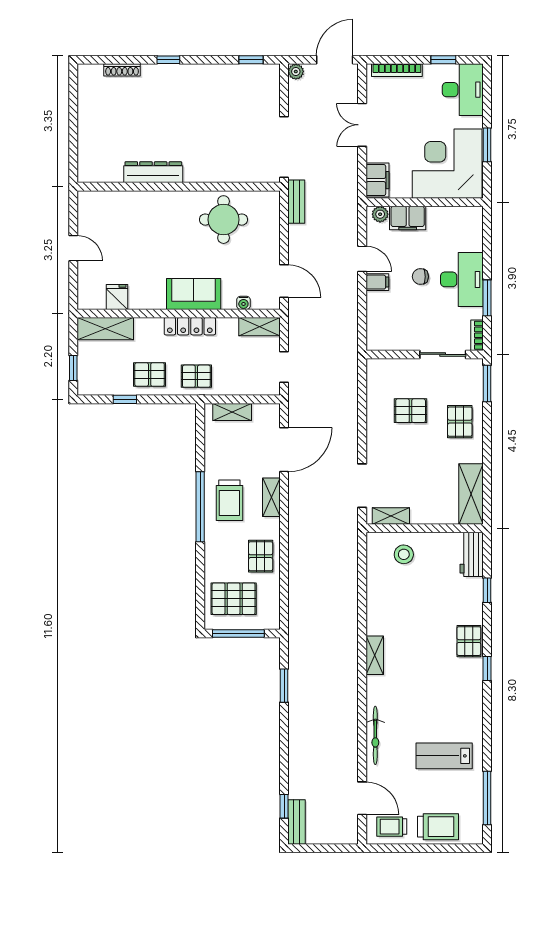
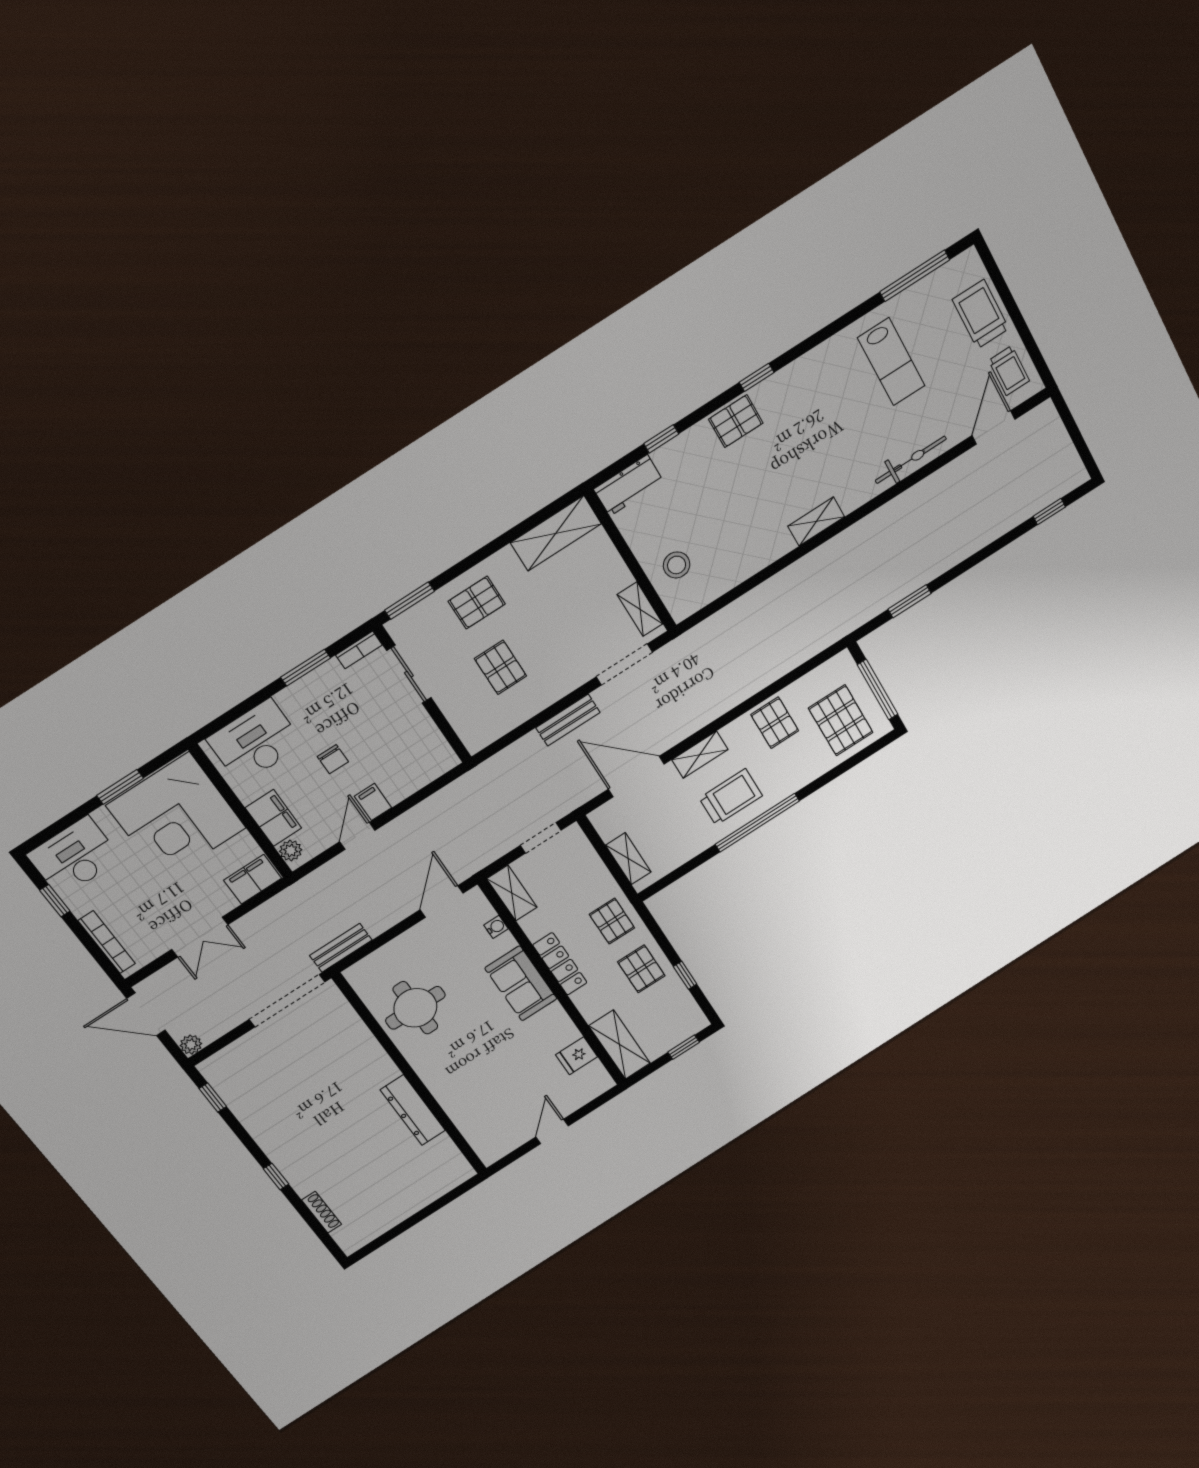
desk: (462, 279) -> (255, 742), moved
pallet: (261, 556) -> (775, 723), turned 90
bench: (296, 822) -> (568, 720), moved

